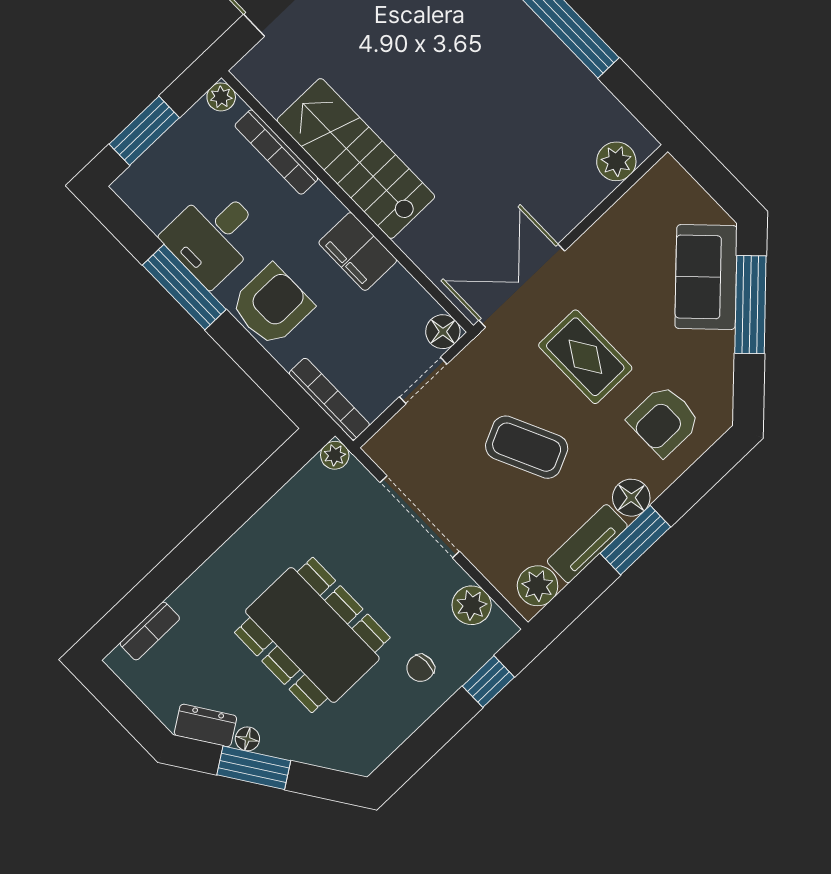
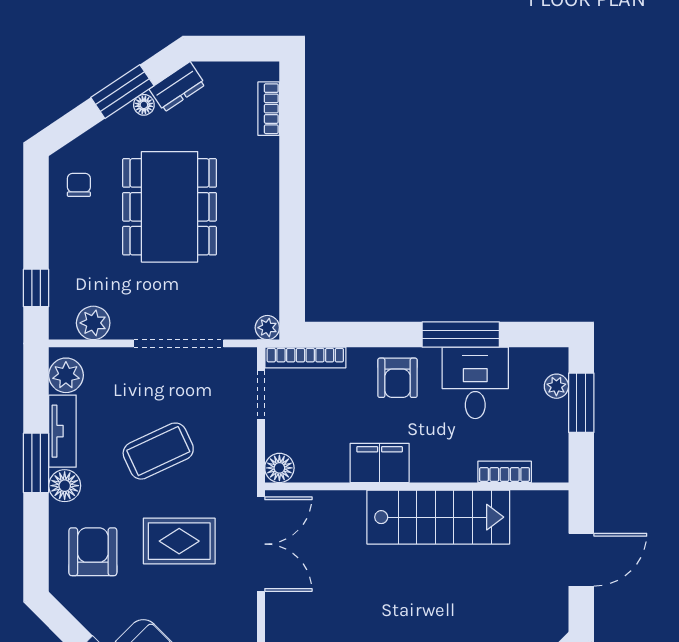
plant: (221, 97) -> (556, 386), moved
bookcase: (276, 152) -> (505, 472), width x0.64
armchair: (272, 305) -> (398, 378), width x0.72, depth x0.72
doorway: (423, 380) -> (261, 395), moved
dining table: (312, 635) -> (170, 207), turned 90
chair: (421, 668) -> (79, 185), moved

